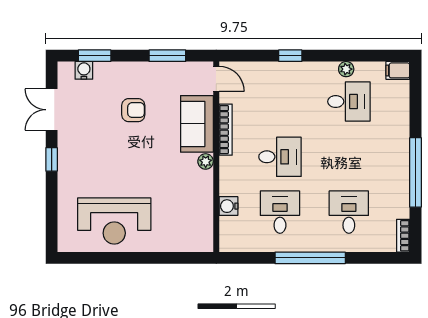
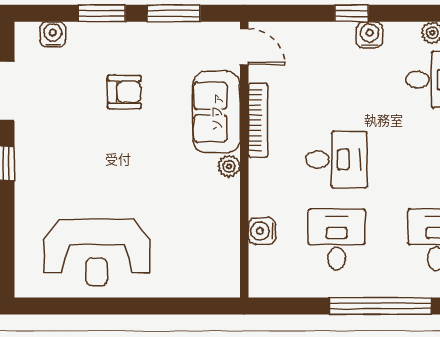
window: (95, 56) -> (102, 13), moved
water cooler: (303, 71) -> (369, 35), added

